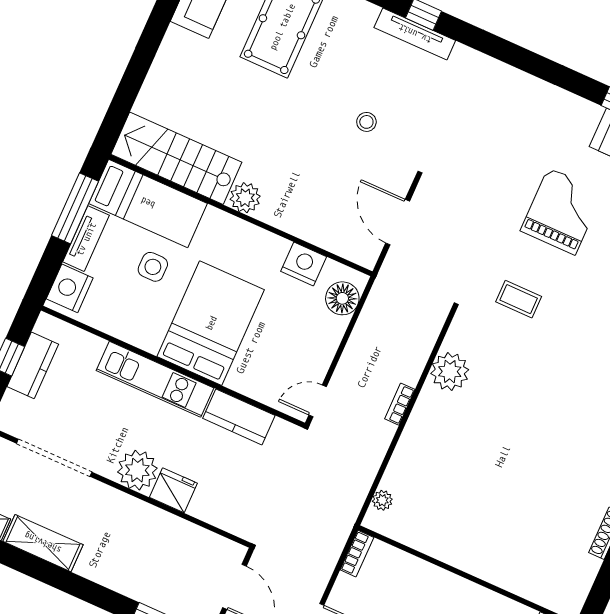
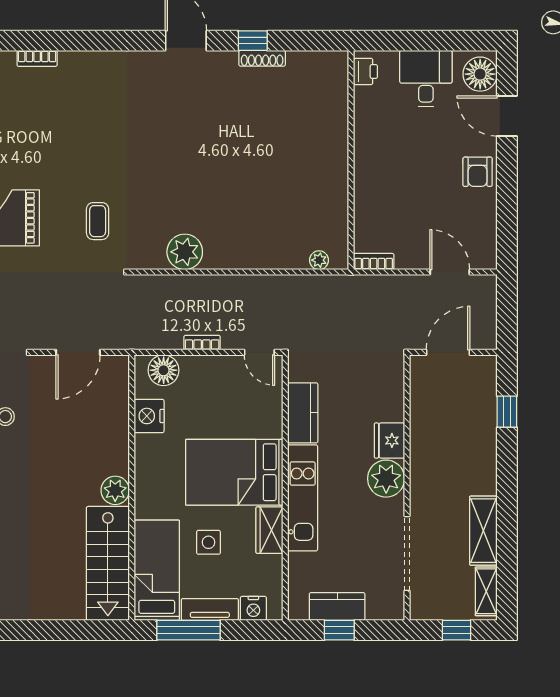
nightstand: (70, 288) -> (253, 608), width x0.74, depth x0.75
wardrobe: (138, 332) -> (269, 530), added
bookcase: (400, 404) -> (202, 343), moved, turned 180

